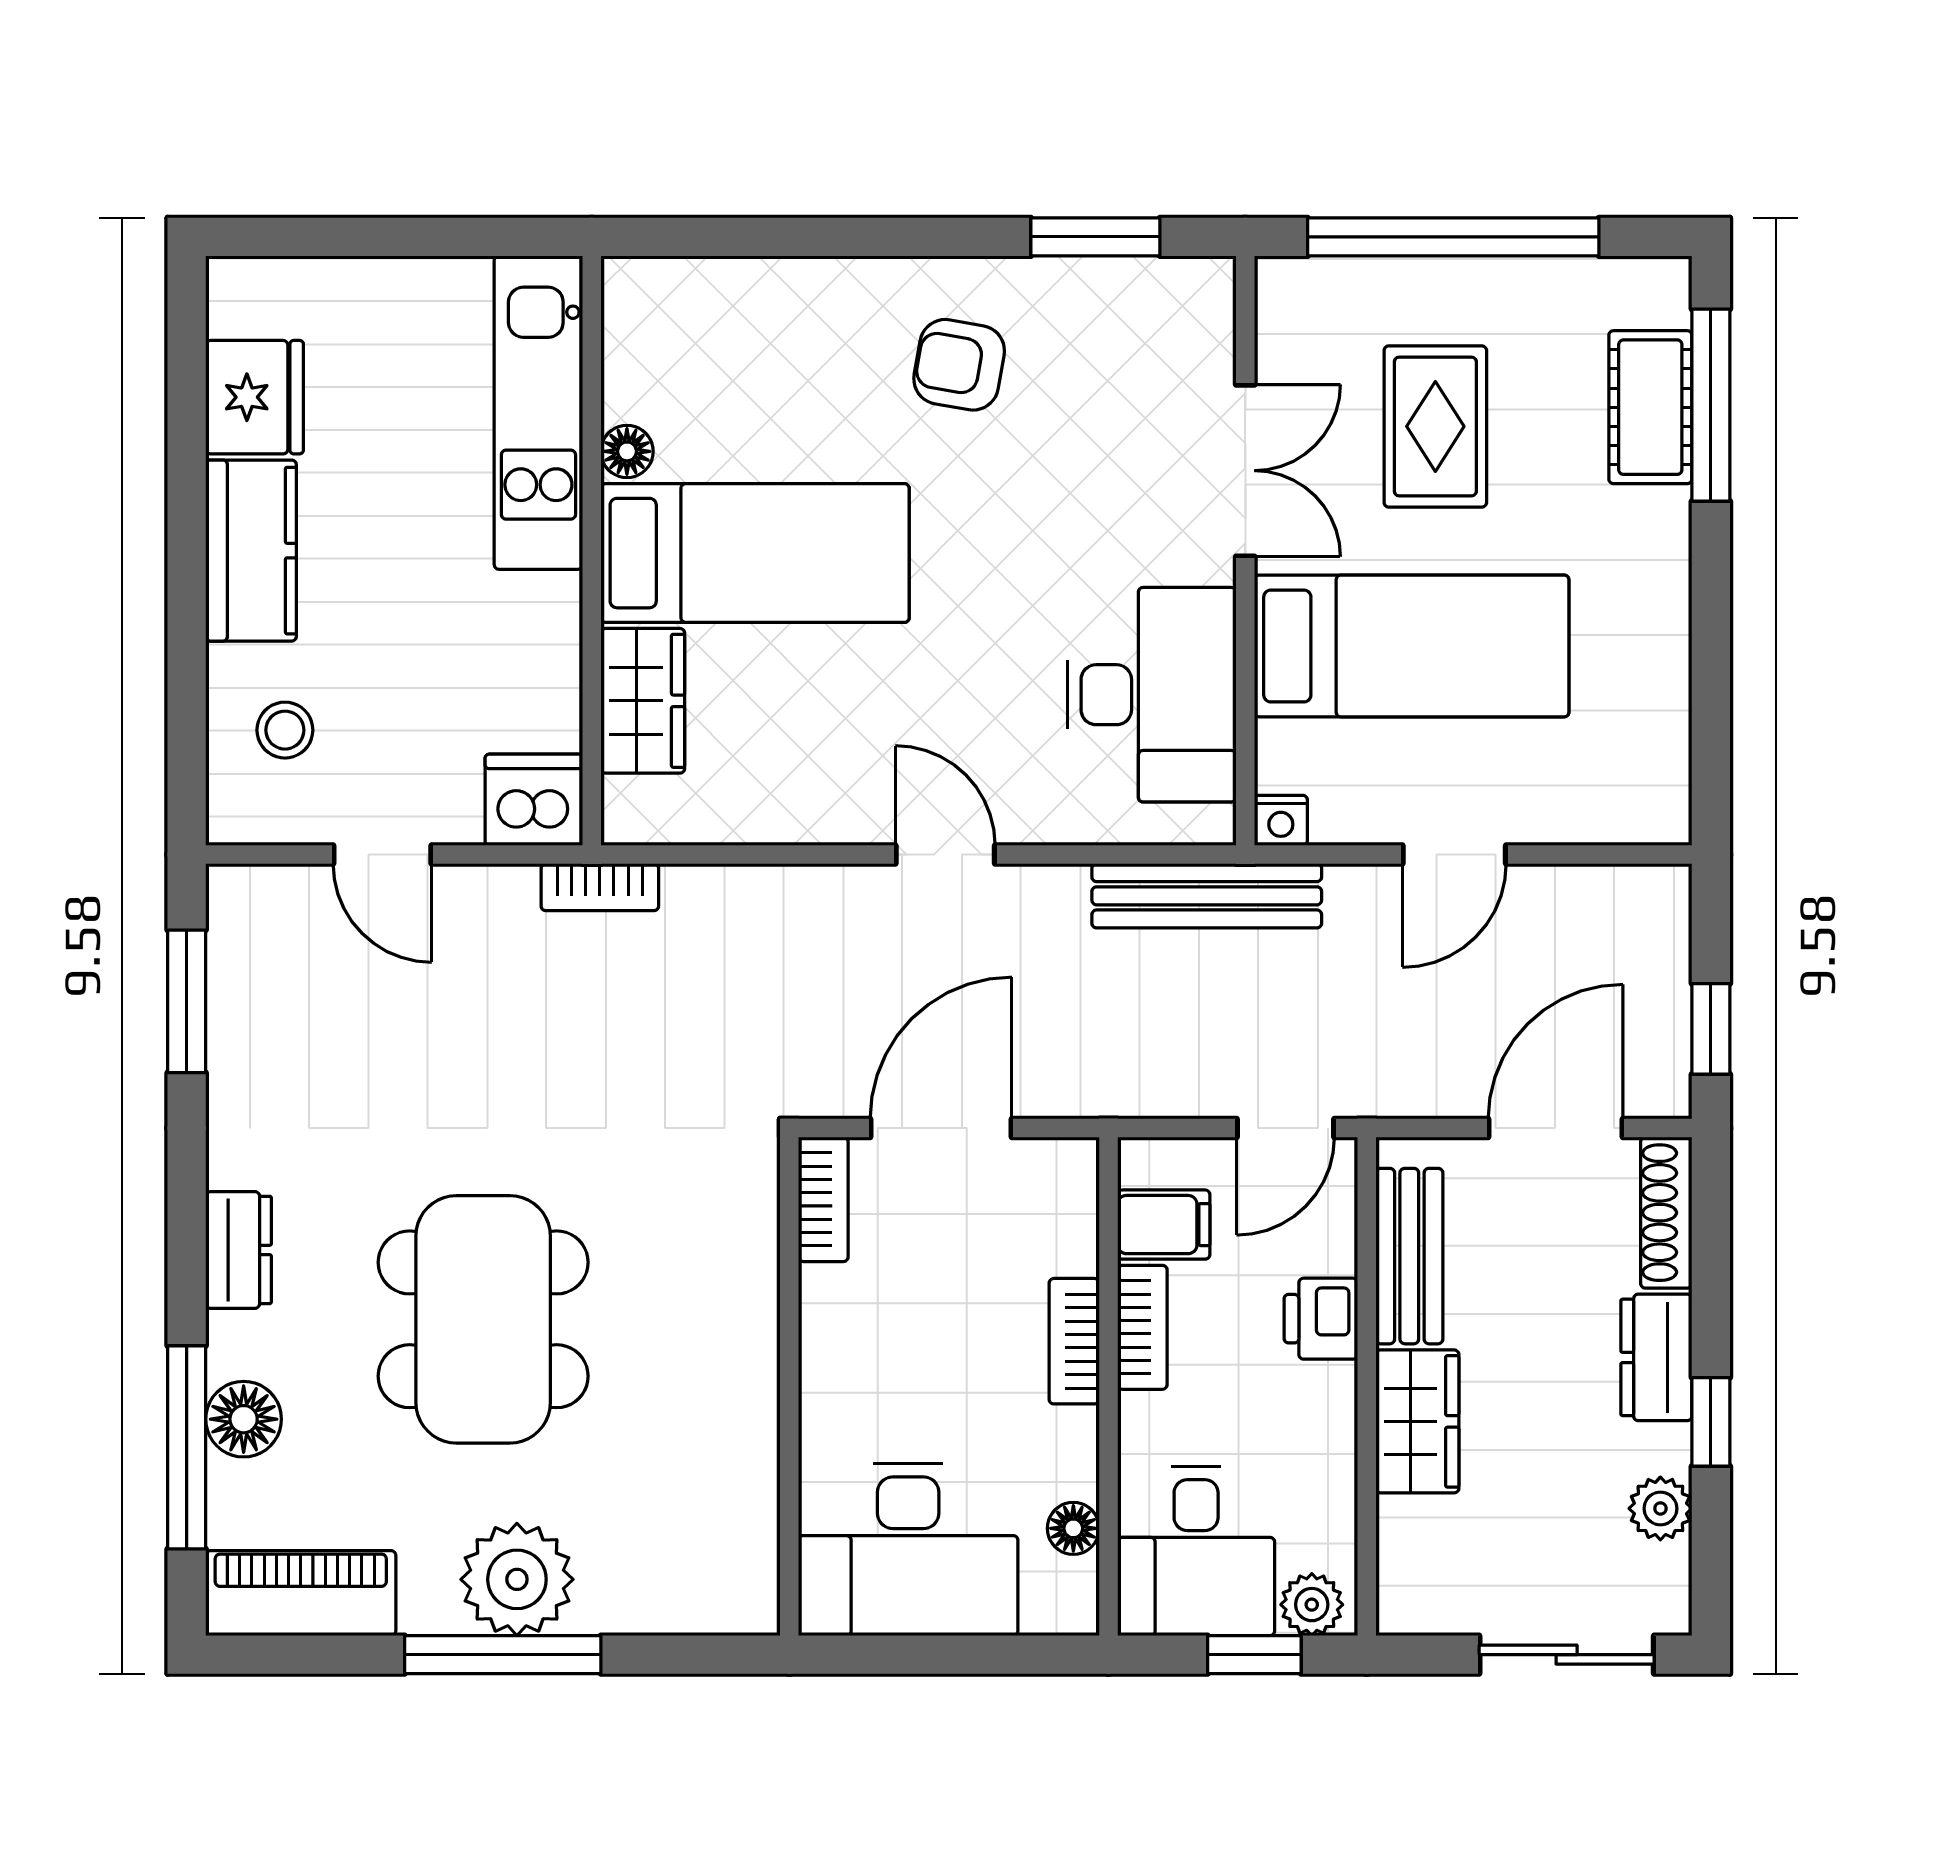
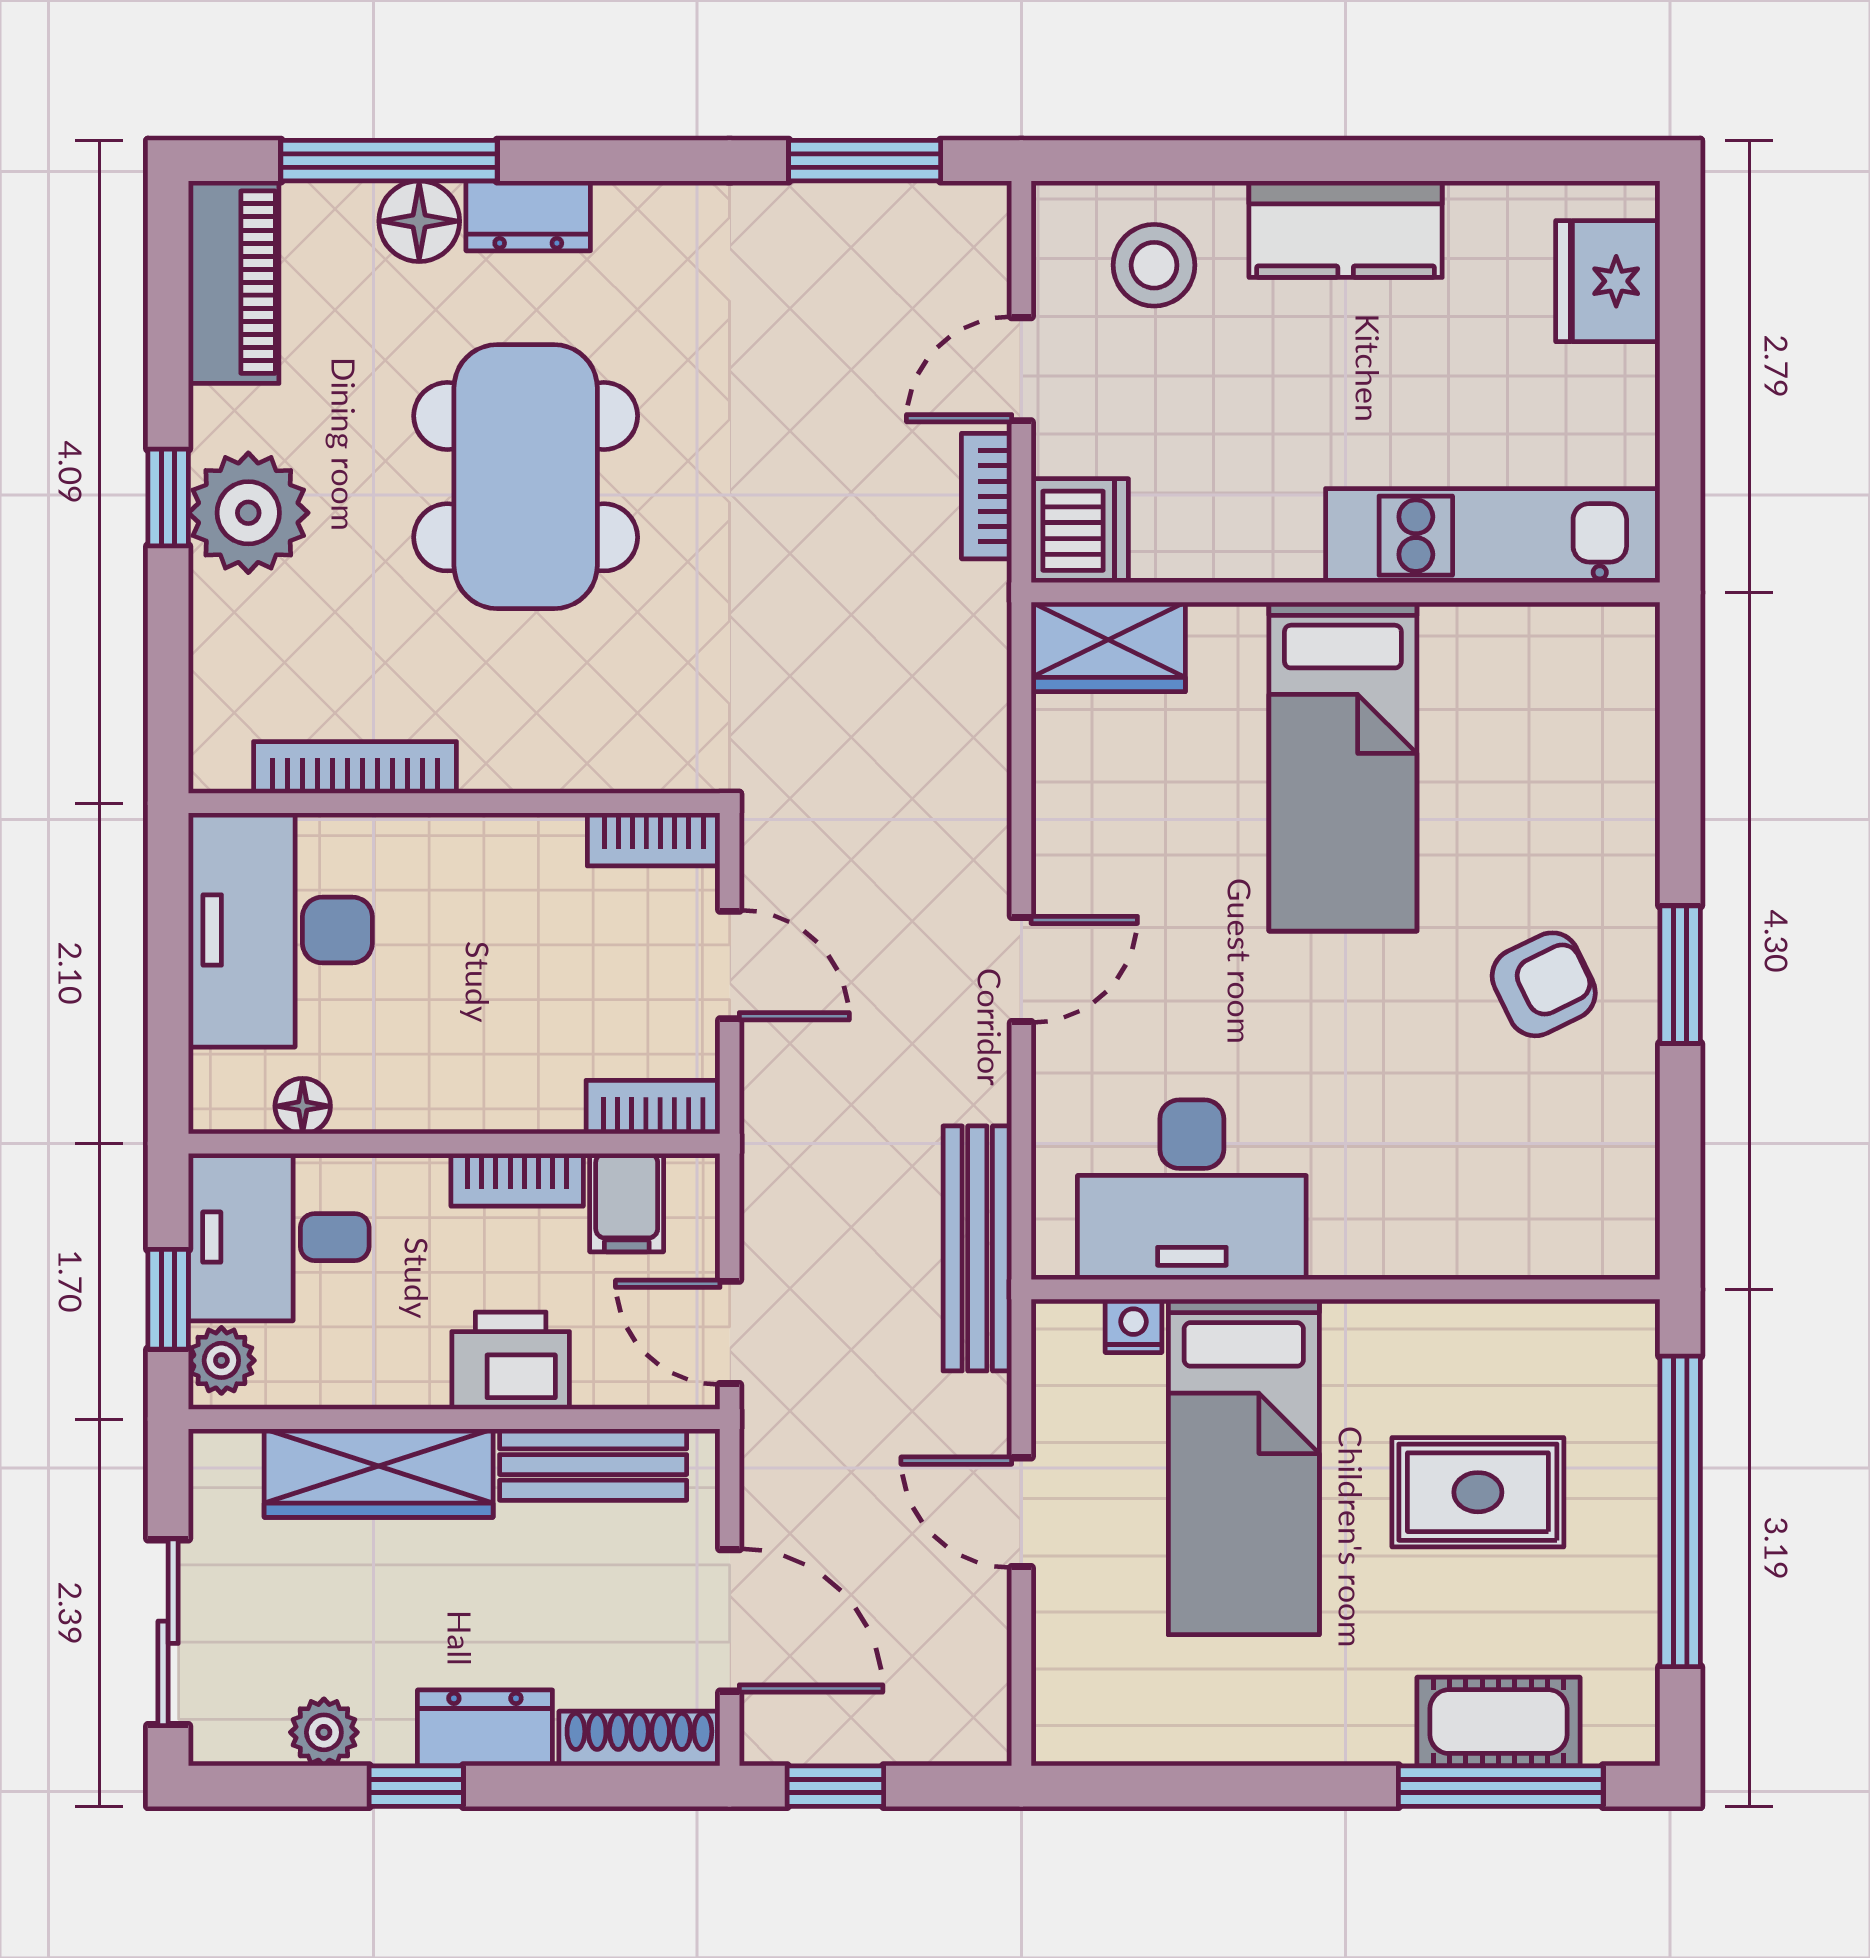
window: (1095, 237) -> (1680, 975), moved
armchair: (959, 365) -> (1544, 984), turned 54
fridge: (255, 397) -> (1608, 281), moved, turned 90
floor lamp: (627, 451) -> (1451, 630), removed
double door: (1245, 471) -> (1431, 1289), removed
wardrobe: (643, 701) -> (1108, 647), moved
stool: (285, 730) -> (1154, 265), width x1.37, depth x1.37
nightstand: (1281, 820) -> (1133, 1326), moved, turned 90
bookcase: (600, 887) -> (987, 496), moved
door: (941, 1128) -> (730, 965), width x0.73
dresser: (239, 1250) -> (528, 216), moved
dining table: (483, 1319) -> (526, 477), turned 90
printer: (1321, 1319) -> (511, 1361), width x1.36, depth x1.24
bookcase: (1074, 1341) -> (653, 1107), moved
wardrobe: (1417, 1421) -> (379, 1473), width x1.50
bookcase: (756, 1479) -> (355, 767), added
window: (503, 1655) -> (168, 498), width x0.46

